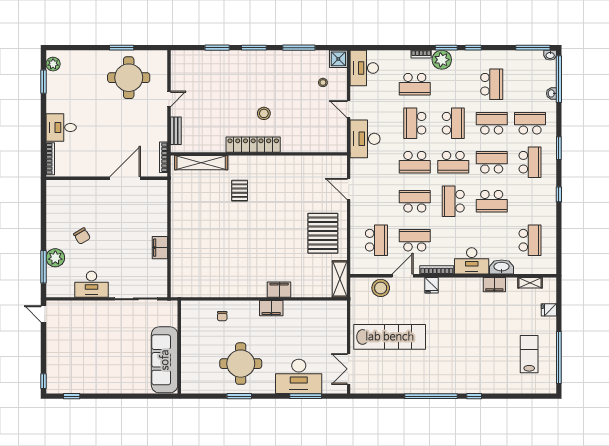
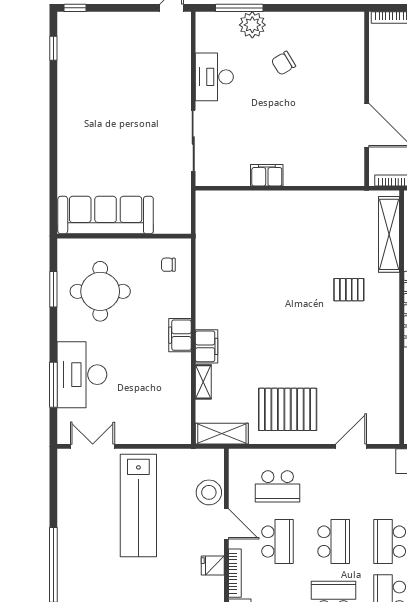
shelving: (304, 292) -> (203, 382), added
wall: (179, 347) -> (124, 236), moved
sofa: (165, 360) -> (106, 215), moved

